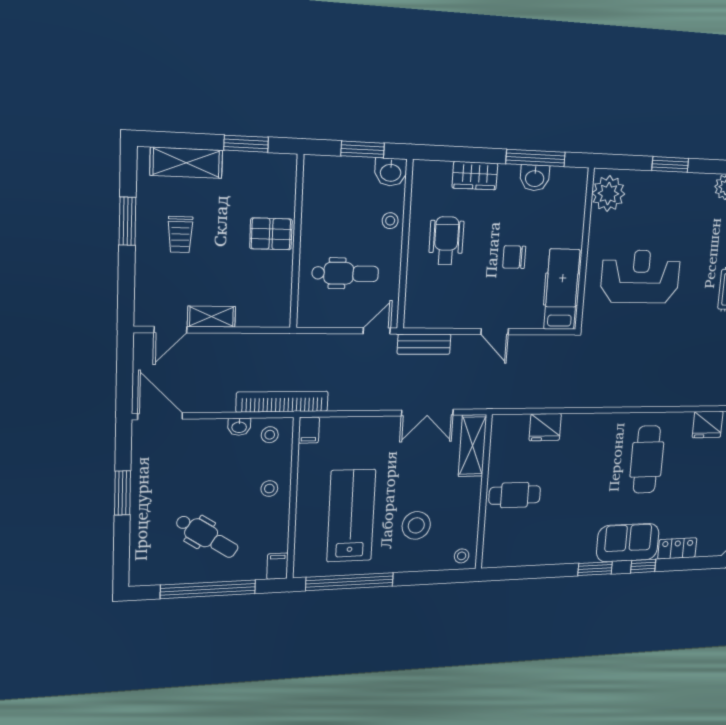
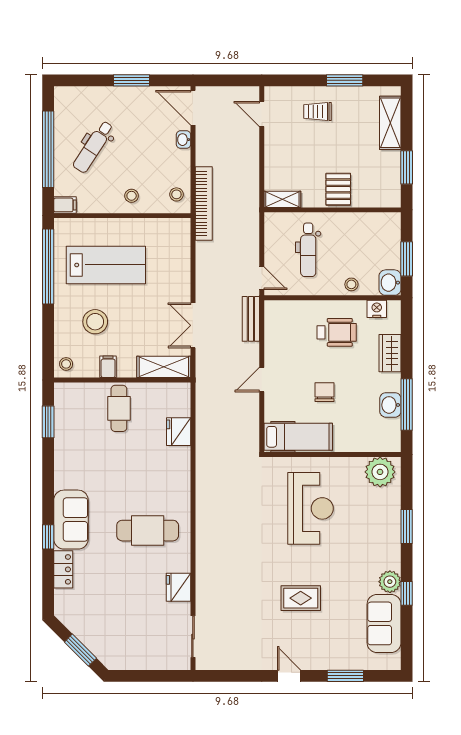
nightstand: (421, 190) -> (377, 309), added
trolley: (180, 234) -> (317, 112), moved
shelving: (211, 317) -> (282, 199), moved, turned 90
door: (160, 416) -> (193, 108), swing flipped
washbasin: (239, 427) -> (184, 140), moved
filing cabinet: (309, 430) -> (108, 367), moved, turned 90
window: (595, 569) -> (48, 422), moved

